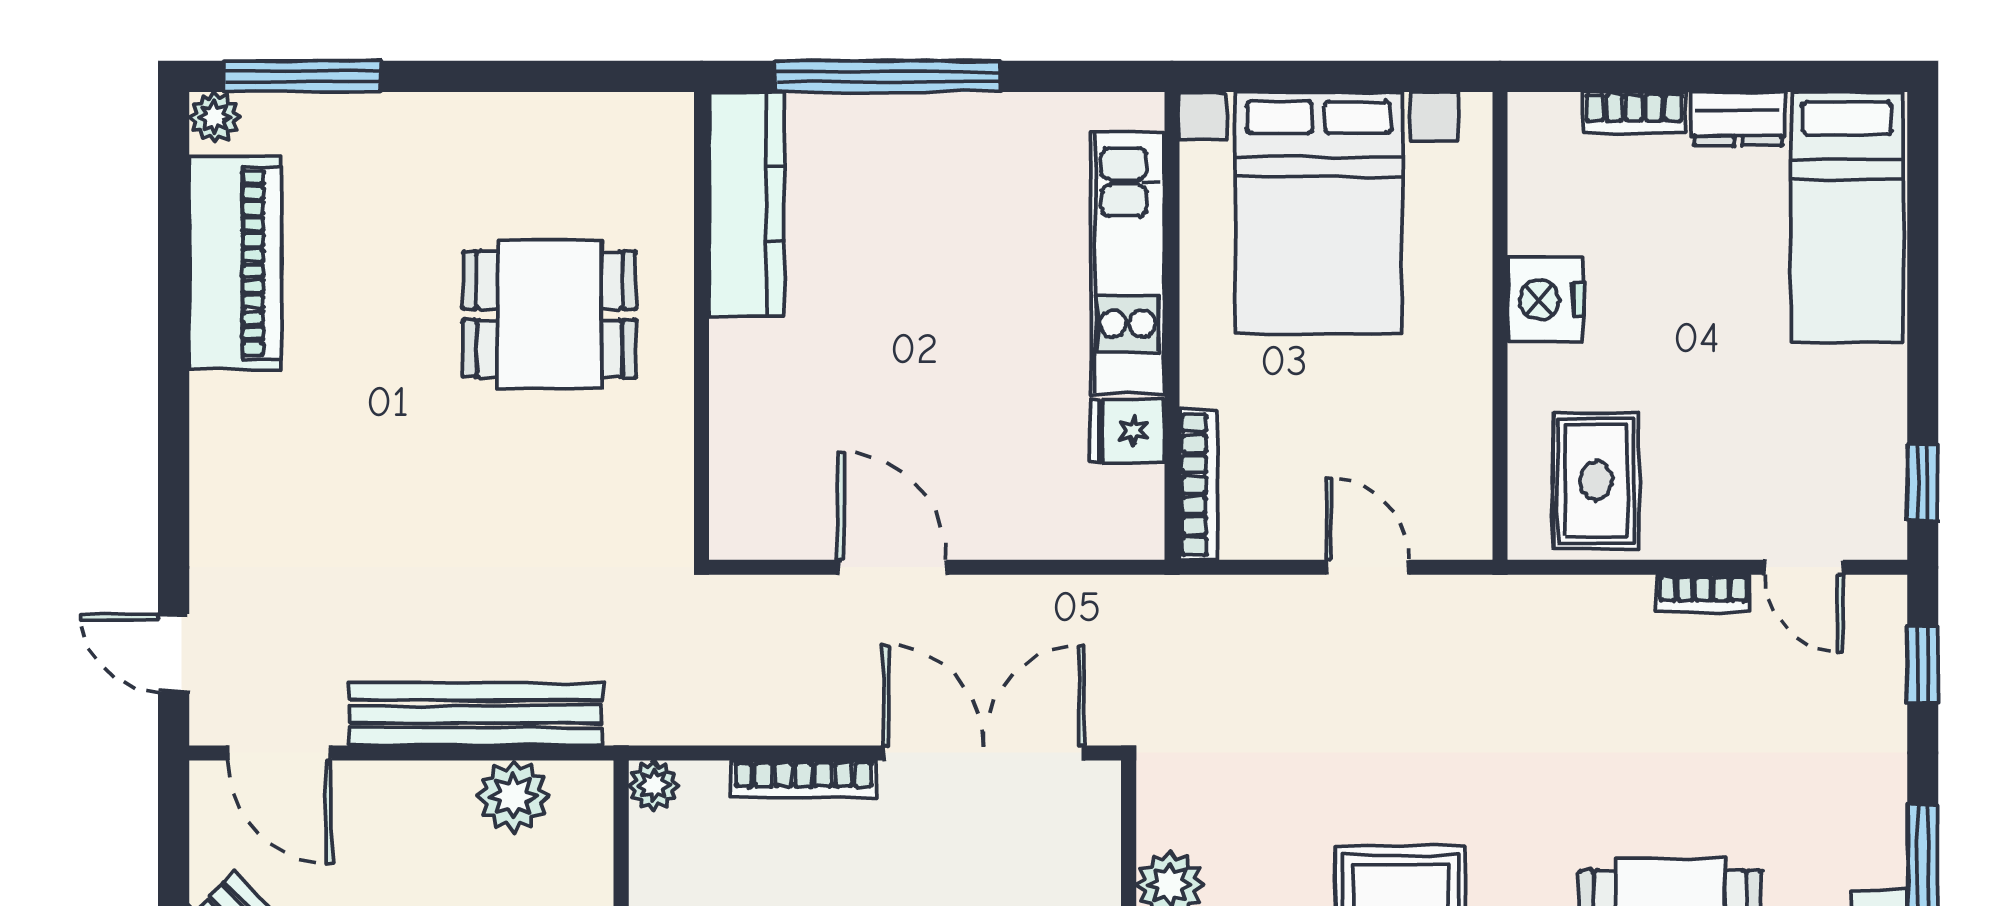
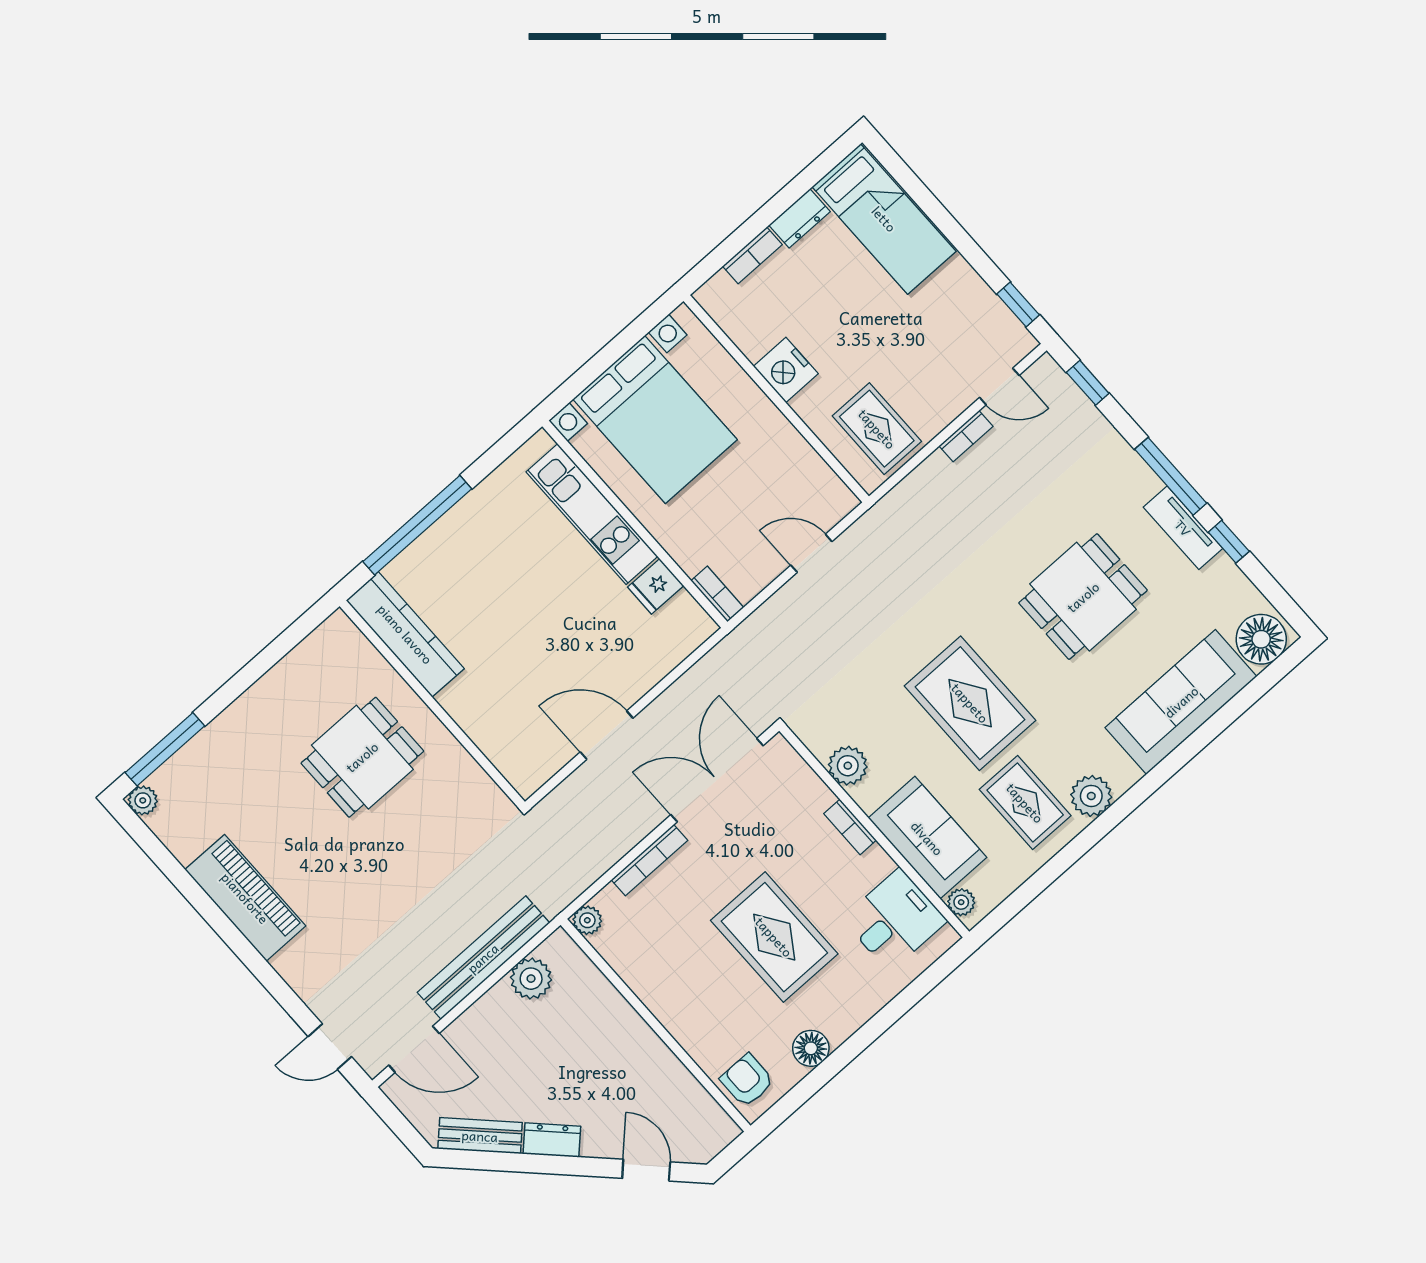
piano: (235, 263) -> (245, 898), moved
bookcase: (1199, 485) -> (717, 594), width x0.64

